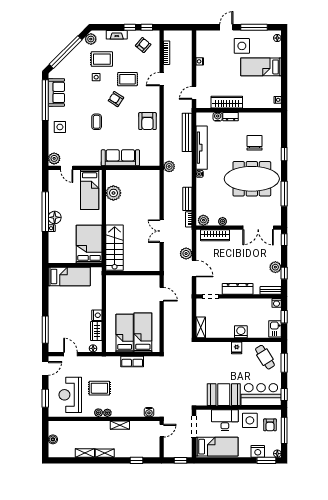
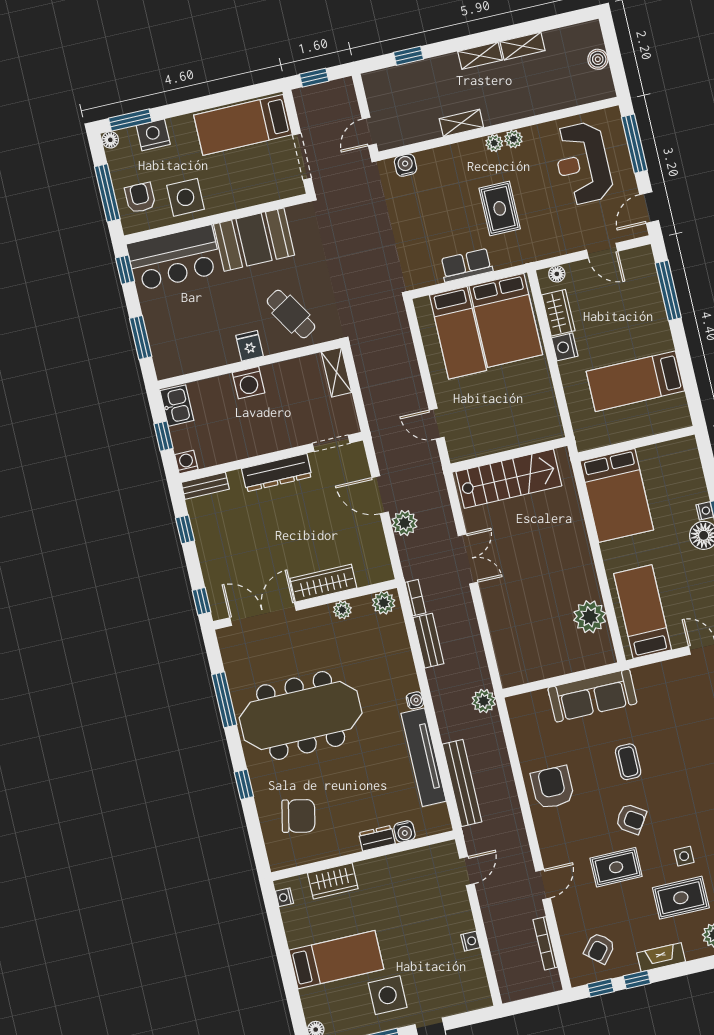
wardrobe: (227, 102) -> (333, 881), moved, width x0.67
coffee table: (97, 122) -> (628, 762), moved
chair: (255, 143) -> (298, 816), moved, turned -78
wardrobe: (215, 235) -> (323, 583), moved
stairs: (115, 248) -> (509, 479), moved, turned -90
plant: (275, 267) -> (207, 538), removed
bed: (69, 276) -> (635, 381), moved
bed: (125, 333) -> (506, 320), width x1.50
cafe table: (265, 357) -> (291, 314), moved
rug: (99, 388) -> (500, 208), moved, turned 90
reception desk: (70, 395) -> (583, 163), turned 180
window: (45, 398) -> (634, 144), width x1.44
desk: (225, 420) -> (239, 185), removed

